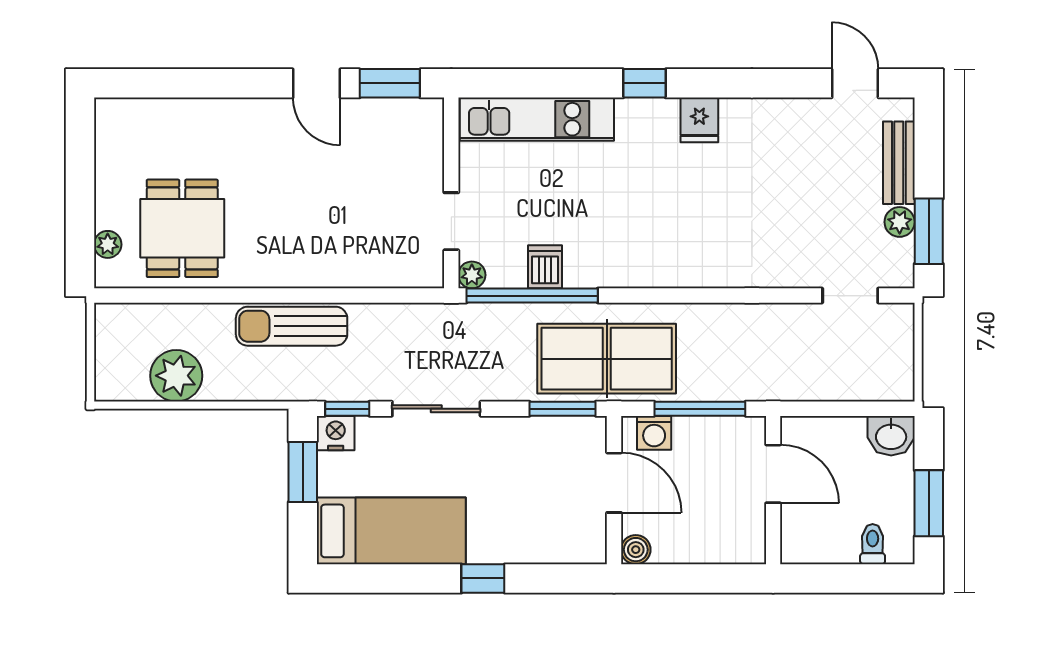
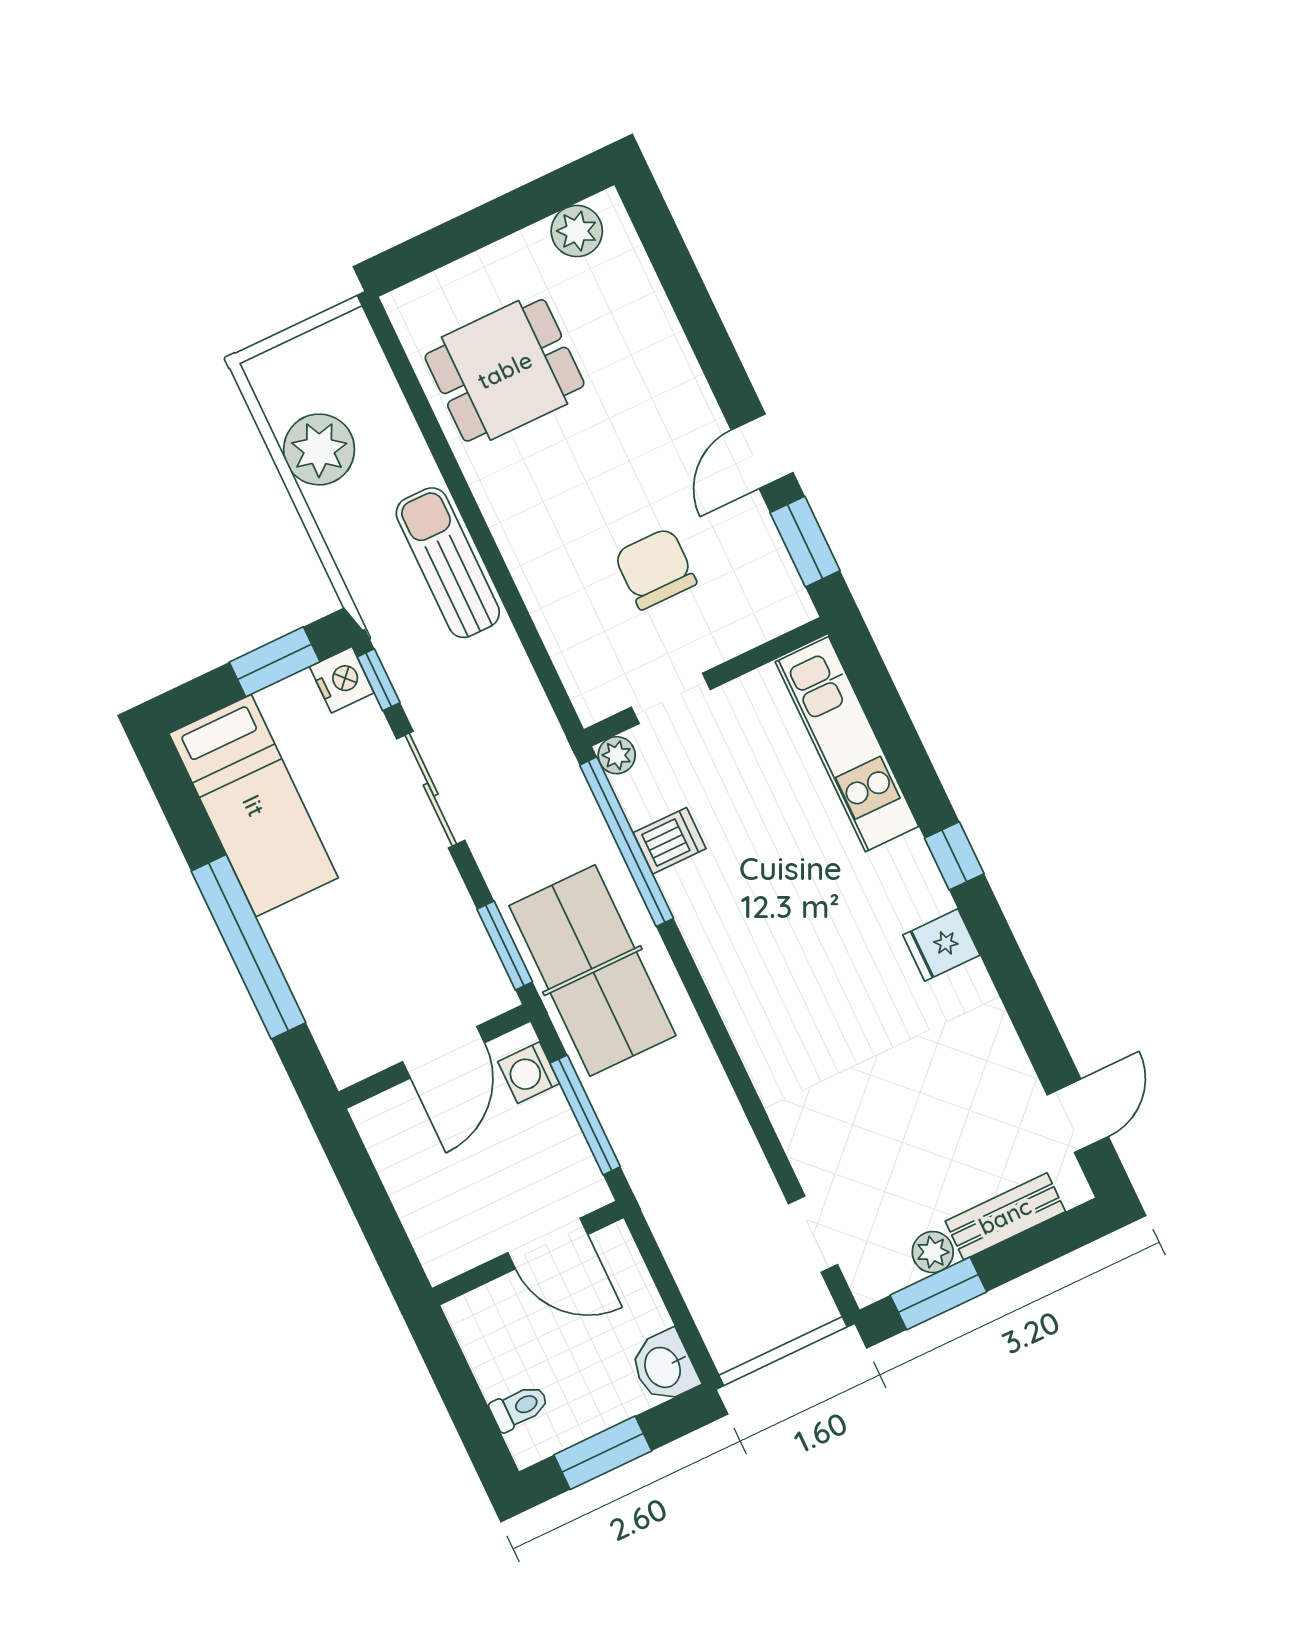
chair: (361, 191) -> (655, 569), added
plant: (108, 244) -> (577, 231), moved, width x1.38, depth x1.38
door: (773, 474) -> (548, 1244), hinge flipped
boiler: (636, 550) -> (374, 1118), removed
window: (483, 578) -> (249, 947), width x3.17

